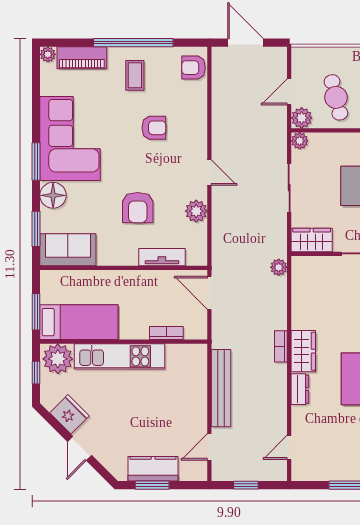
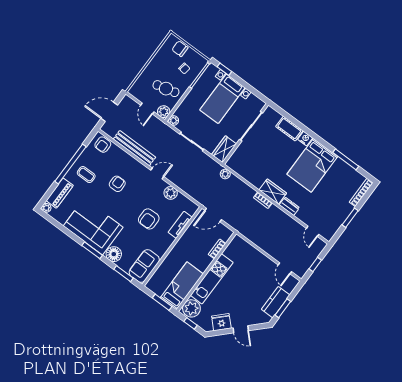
armchair: (138, 208) -> (149, 219), turned 90
bench: (221, 388) -> (134, 148), moved

